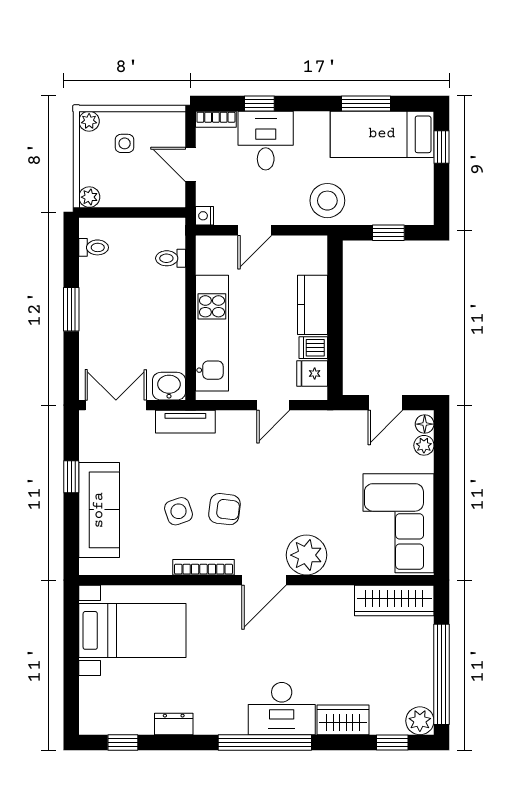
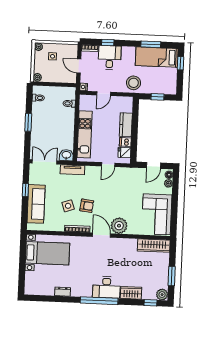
door: (264, 580) -> (101, 235), swing flipped
window: (442, 674) -> (172, 276), width x0.47
window: (123, 742) -> (42, 298), removed

